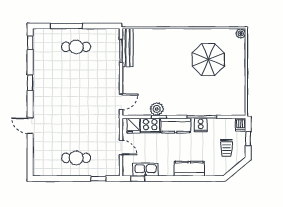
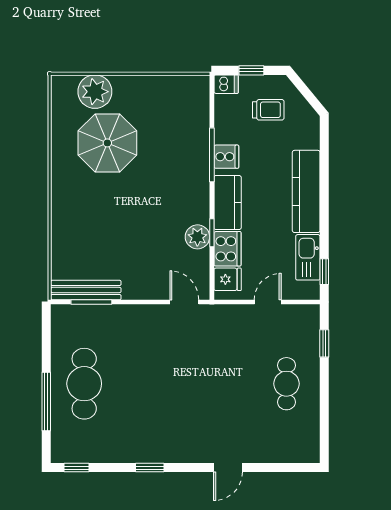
plant: (241, 33) -> (95, 92), moved, width x1.87, depth x1.87
cafe table: (76, 47) -> (84, 384), width x1.37, depth x1.35
kitchen counter: (189, 169) -> (306, 191), width x1.50

